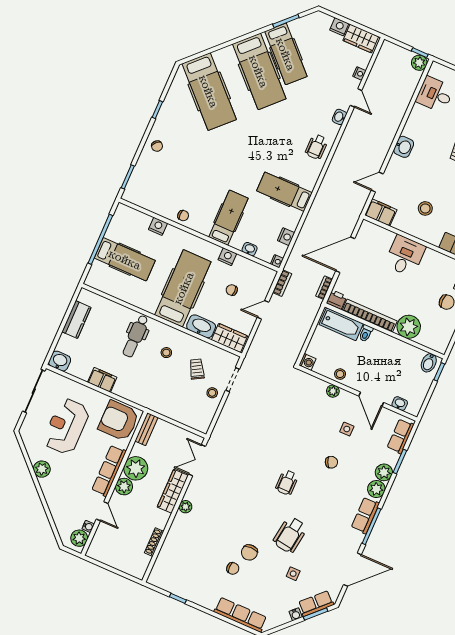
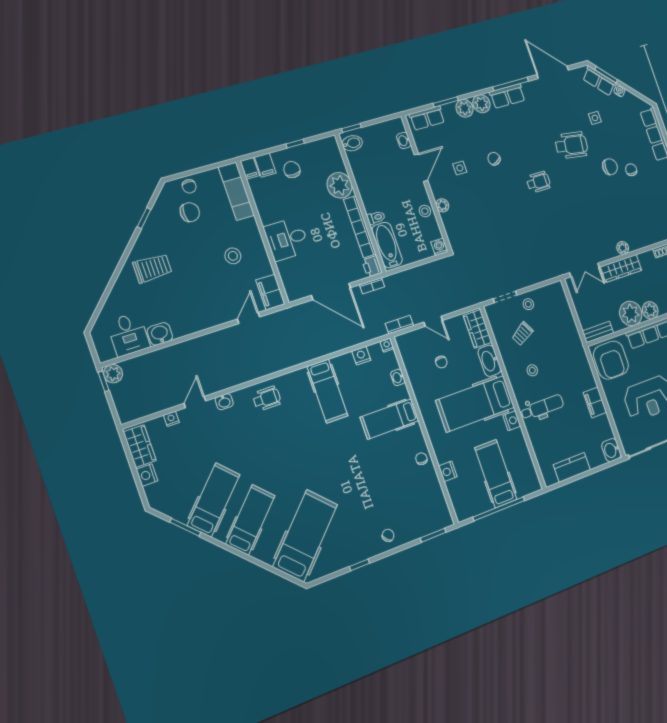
hospital bed: (259, 71) -> (250, 520), width x0.73, depth x0.78
washbasin: (404, 147) -> (160, 334), moved
door: (377, 182) -> (249, 318), swing flipped
nightstand: (227, 257) -> (512, 421), moved, turned 180

